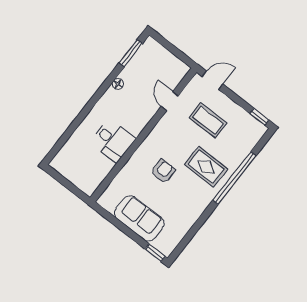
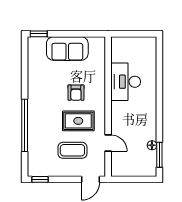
floor lamp: (118, 84) -> (152, 145), moved
desk: (113, 141) -> (126, 82), width x1.37
rug: (206, 167) -> (78, 121), moved

